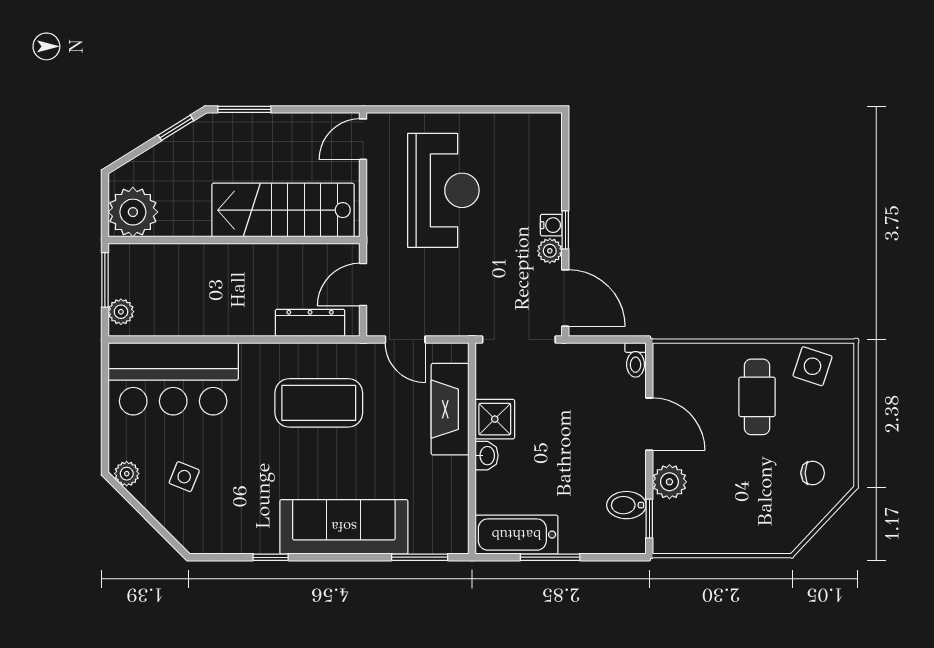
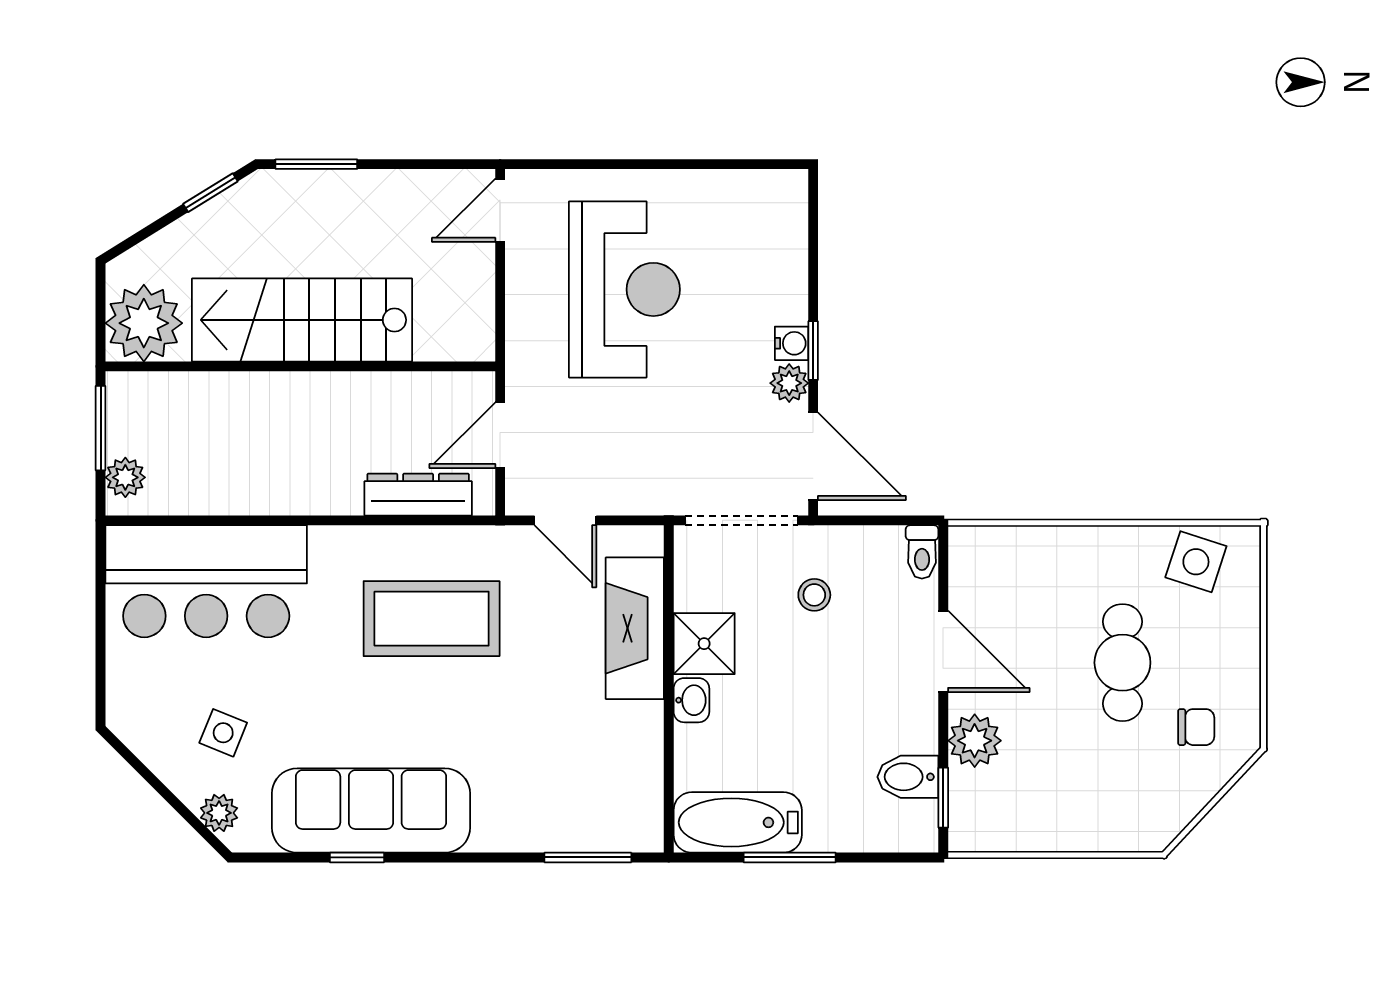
stairs: (283, 210) -> (302, 320), moved
stool: (566, 388) -> (814, 595), added
cafe table: (757, 397) -> (1122, 663), moved
plant: (127, 474) -> (219, 813), moved
sofa: (344, 527) -> (371, 811), moved

